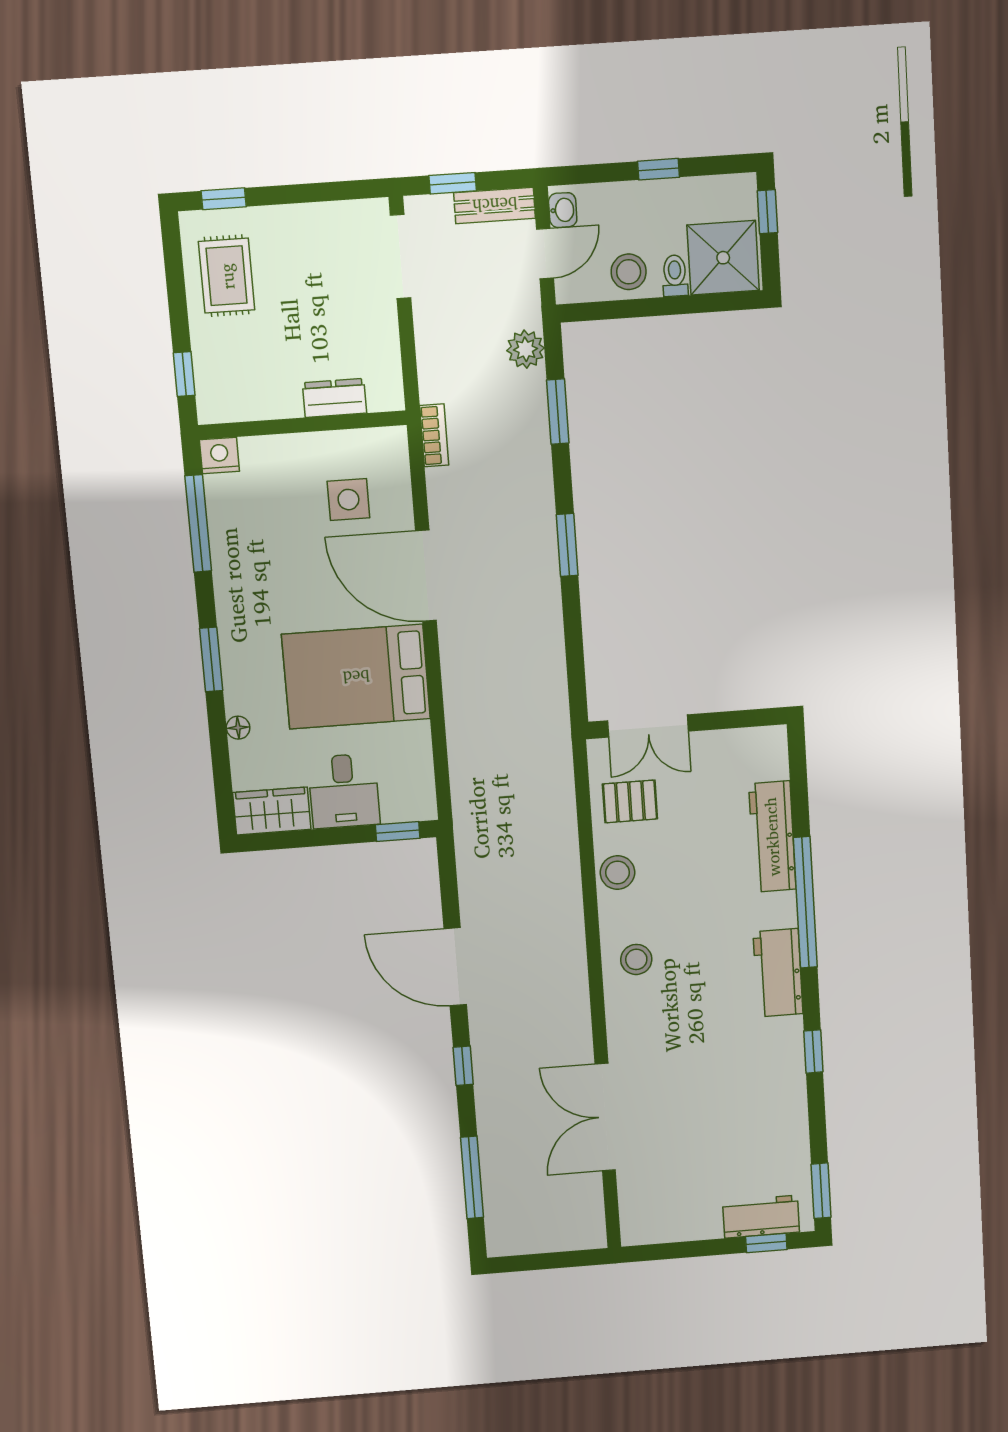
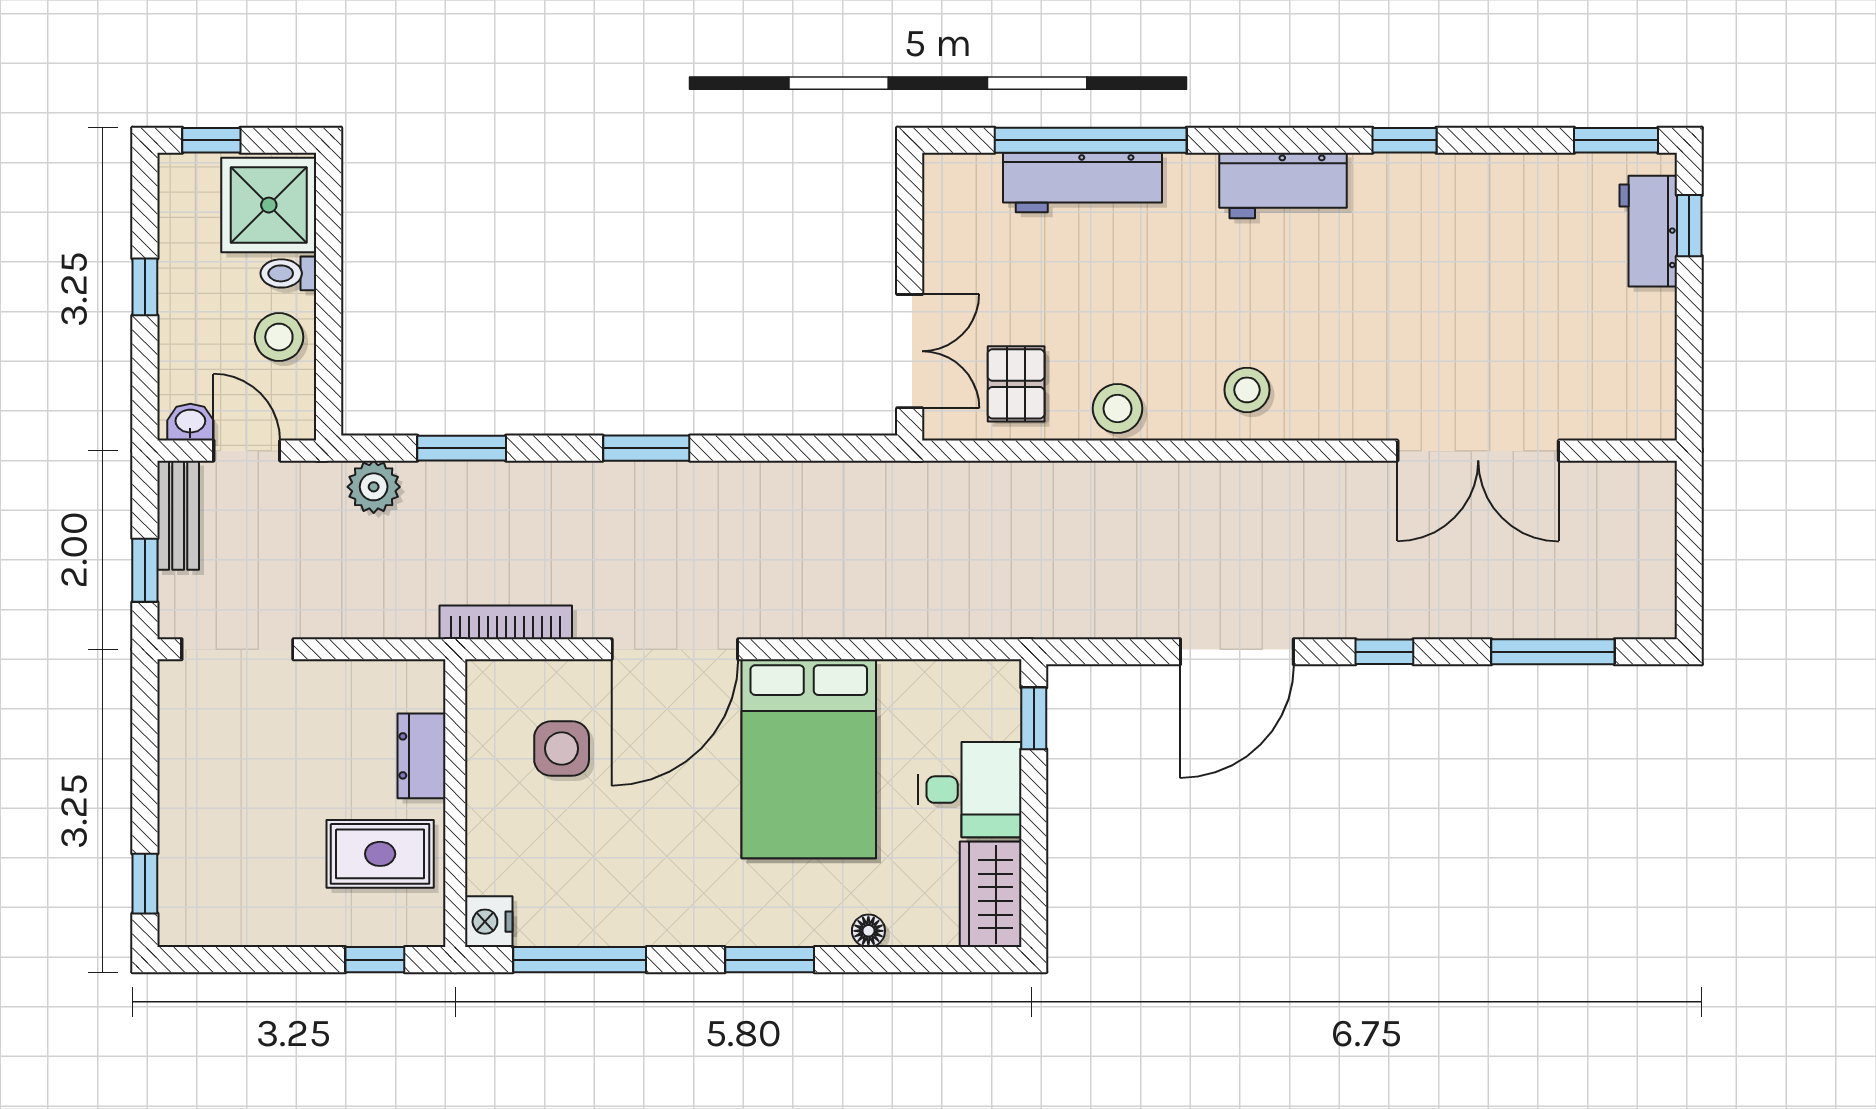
rug: (227, 276) -> (380, 854), moved
bookcase: (434, 435) -> (506, 622), width x1.56
window: (805, 902) -> (1091, 140), moved

